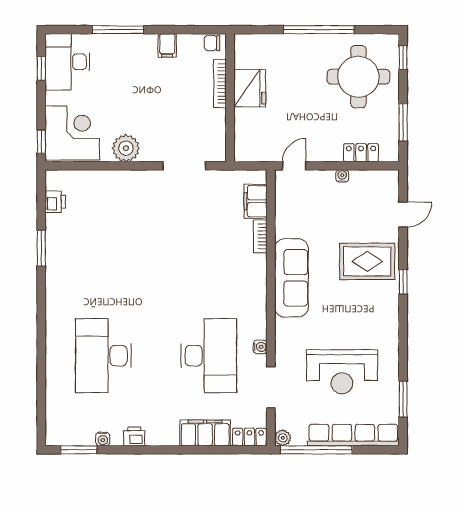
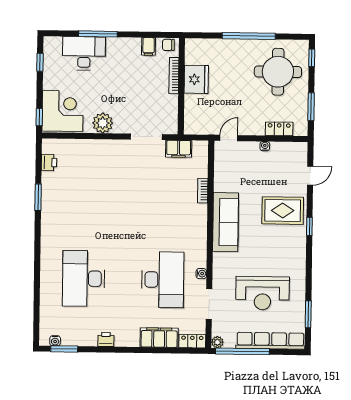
filing cabinet: (167, 45) -> (149, 46), moved
desk: (67, 62) -> (84, 53), moved, turned 90
filing cabinet: (256, 201) -> (179, 149), moved, turned -90
water cooler: (103, 439) -> (55, 341), moved

